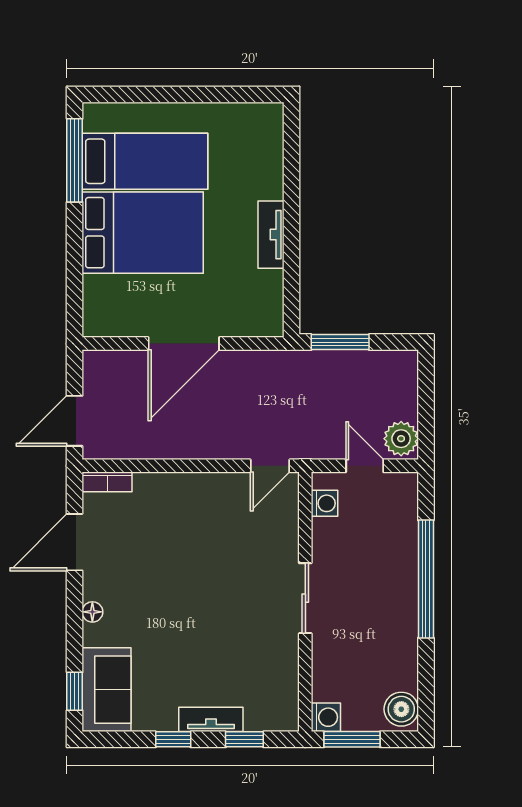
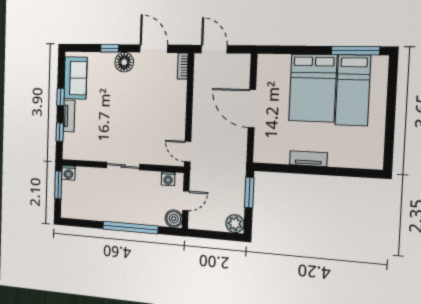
plant: (401, 439) -> (235, 224), moved
floor lamp: (92, 612) -> (124, 62), width x1.89, depth x1.89
sofa: (106, 690) -> (75, 78), moved, turned -90
window: (75, 691) -> (110, 48), moved
boiler: (401, 709) -> (174, 219), moved

